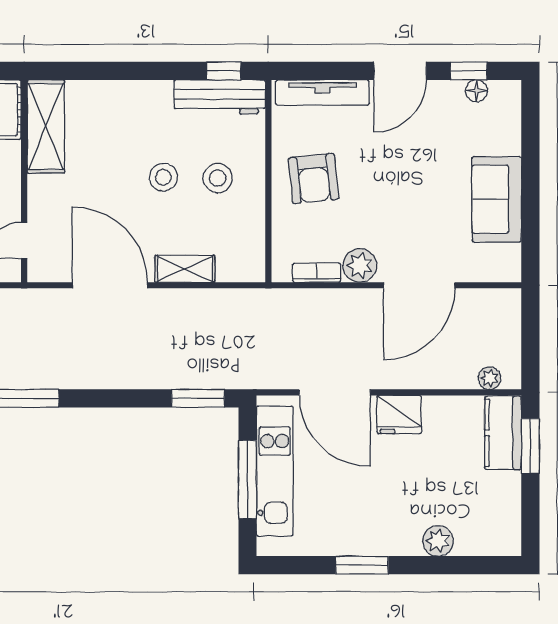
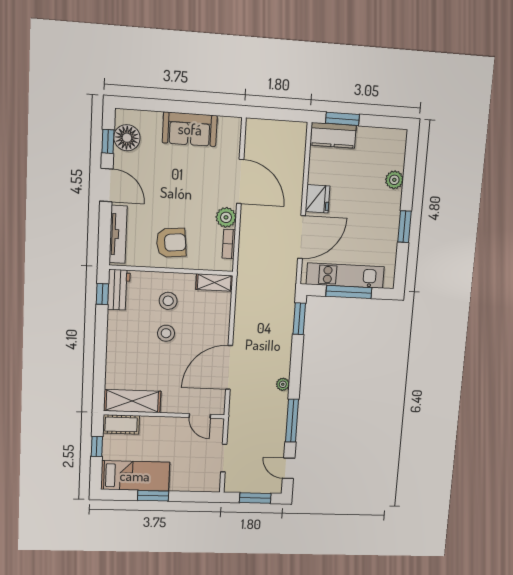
floor lamp: (476, 91) -> (127, 138), width x1.89, depth x1.89
workbench: (220, 97) -> (119, 290), width x0.73
shelving: (185, 269) -> (214, 282), moved, turned 90
plant: (490, 378) -> (283, 384), moved

